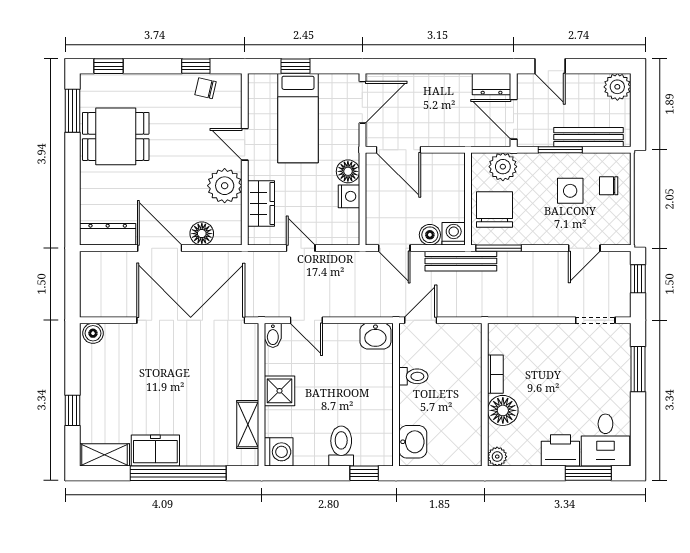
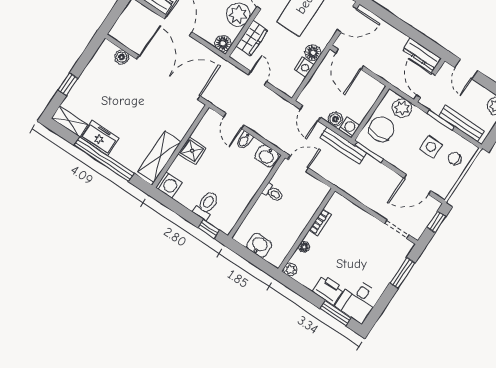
dresser: (492, 84) -> (422, 54), width x1.44
floor lamp: (202, 234) -> (223, 43), moved
door: (584, 248) -> (417, 184), width x1.38
boiler: (93, 333) -> (122, 57), moved
bidet: (273, 335) -> (244, 140), moved
floor lamp: (503, 410) -> (304, 247), width x0.53, depth x0.53
shelving: (248, 424) -> (160, 157), width x1.50, depth x1.33
washbasin: (413, 442) -> (259, 245), moved, turned -90

